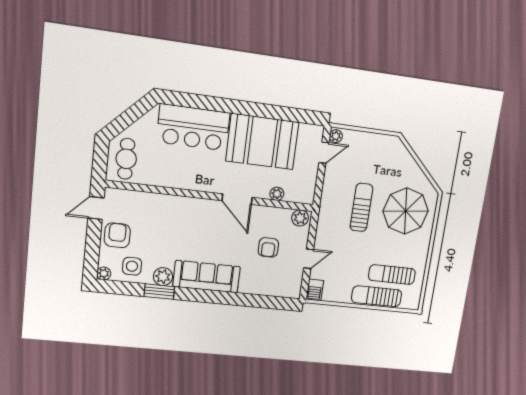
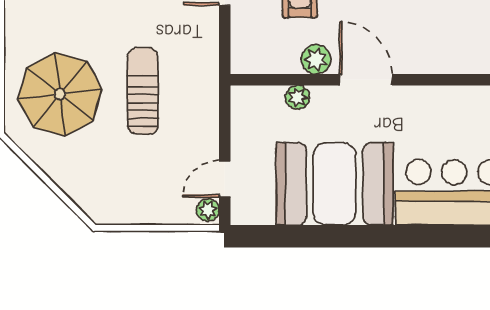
sun lounger: (361, 207) -> (143, 91), turned 180
plant: (300, 218) -> (316, 59), moved

